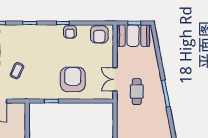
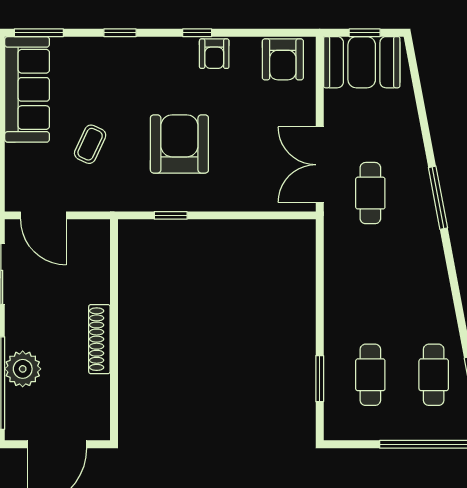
armchair: (73, 79) -> (179, 144), moved
double door: (115, 79) -> (320, 165), width x1.37

